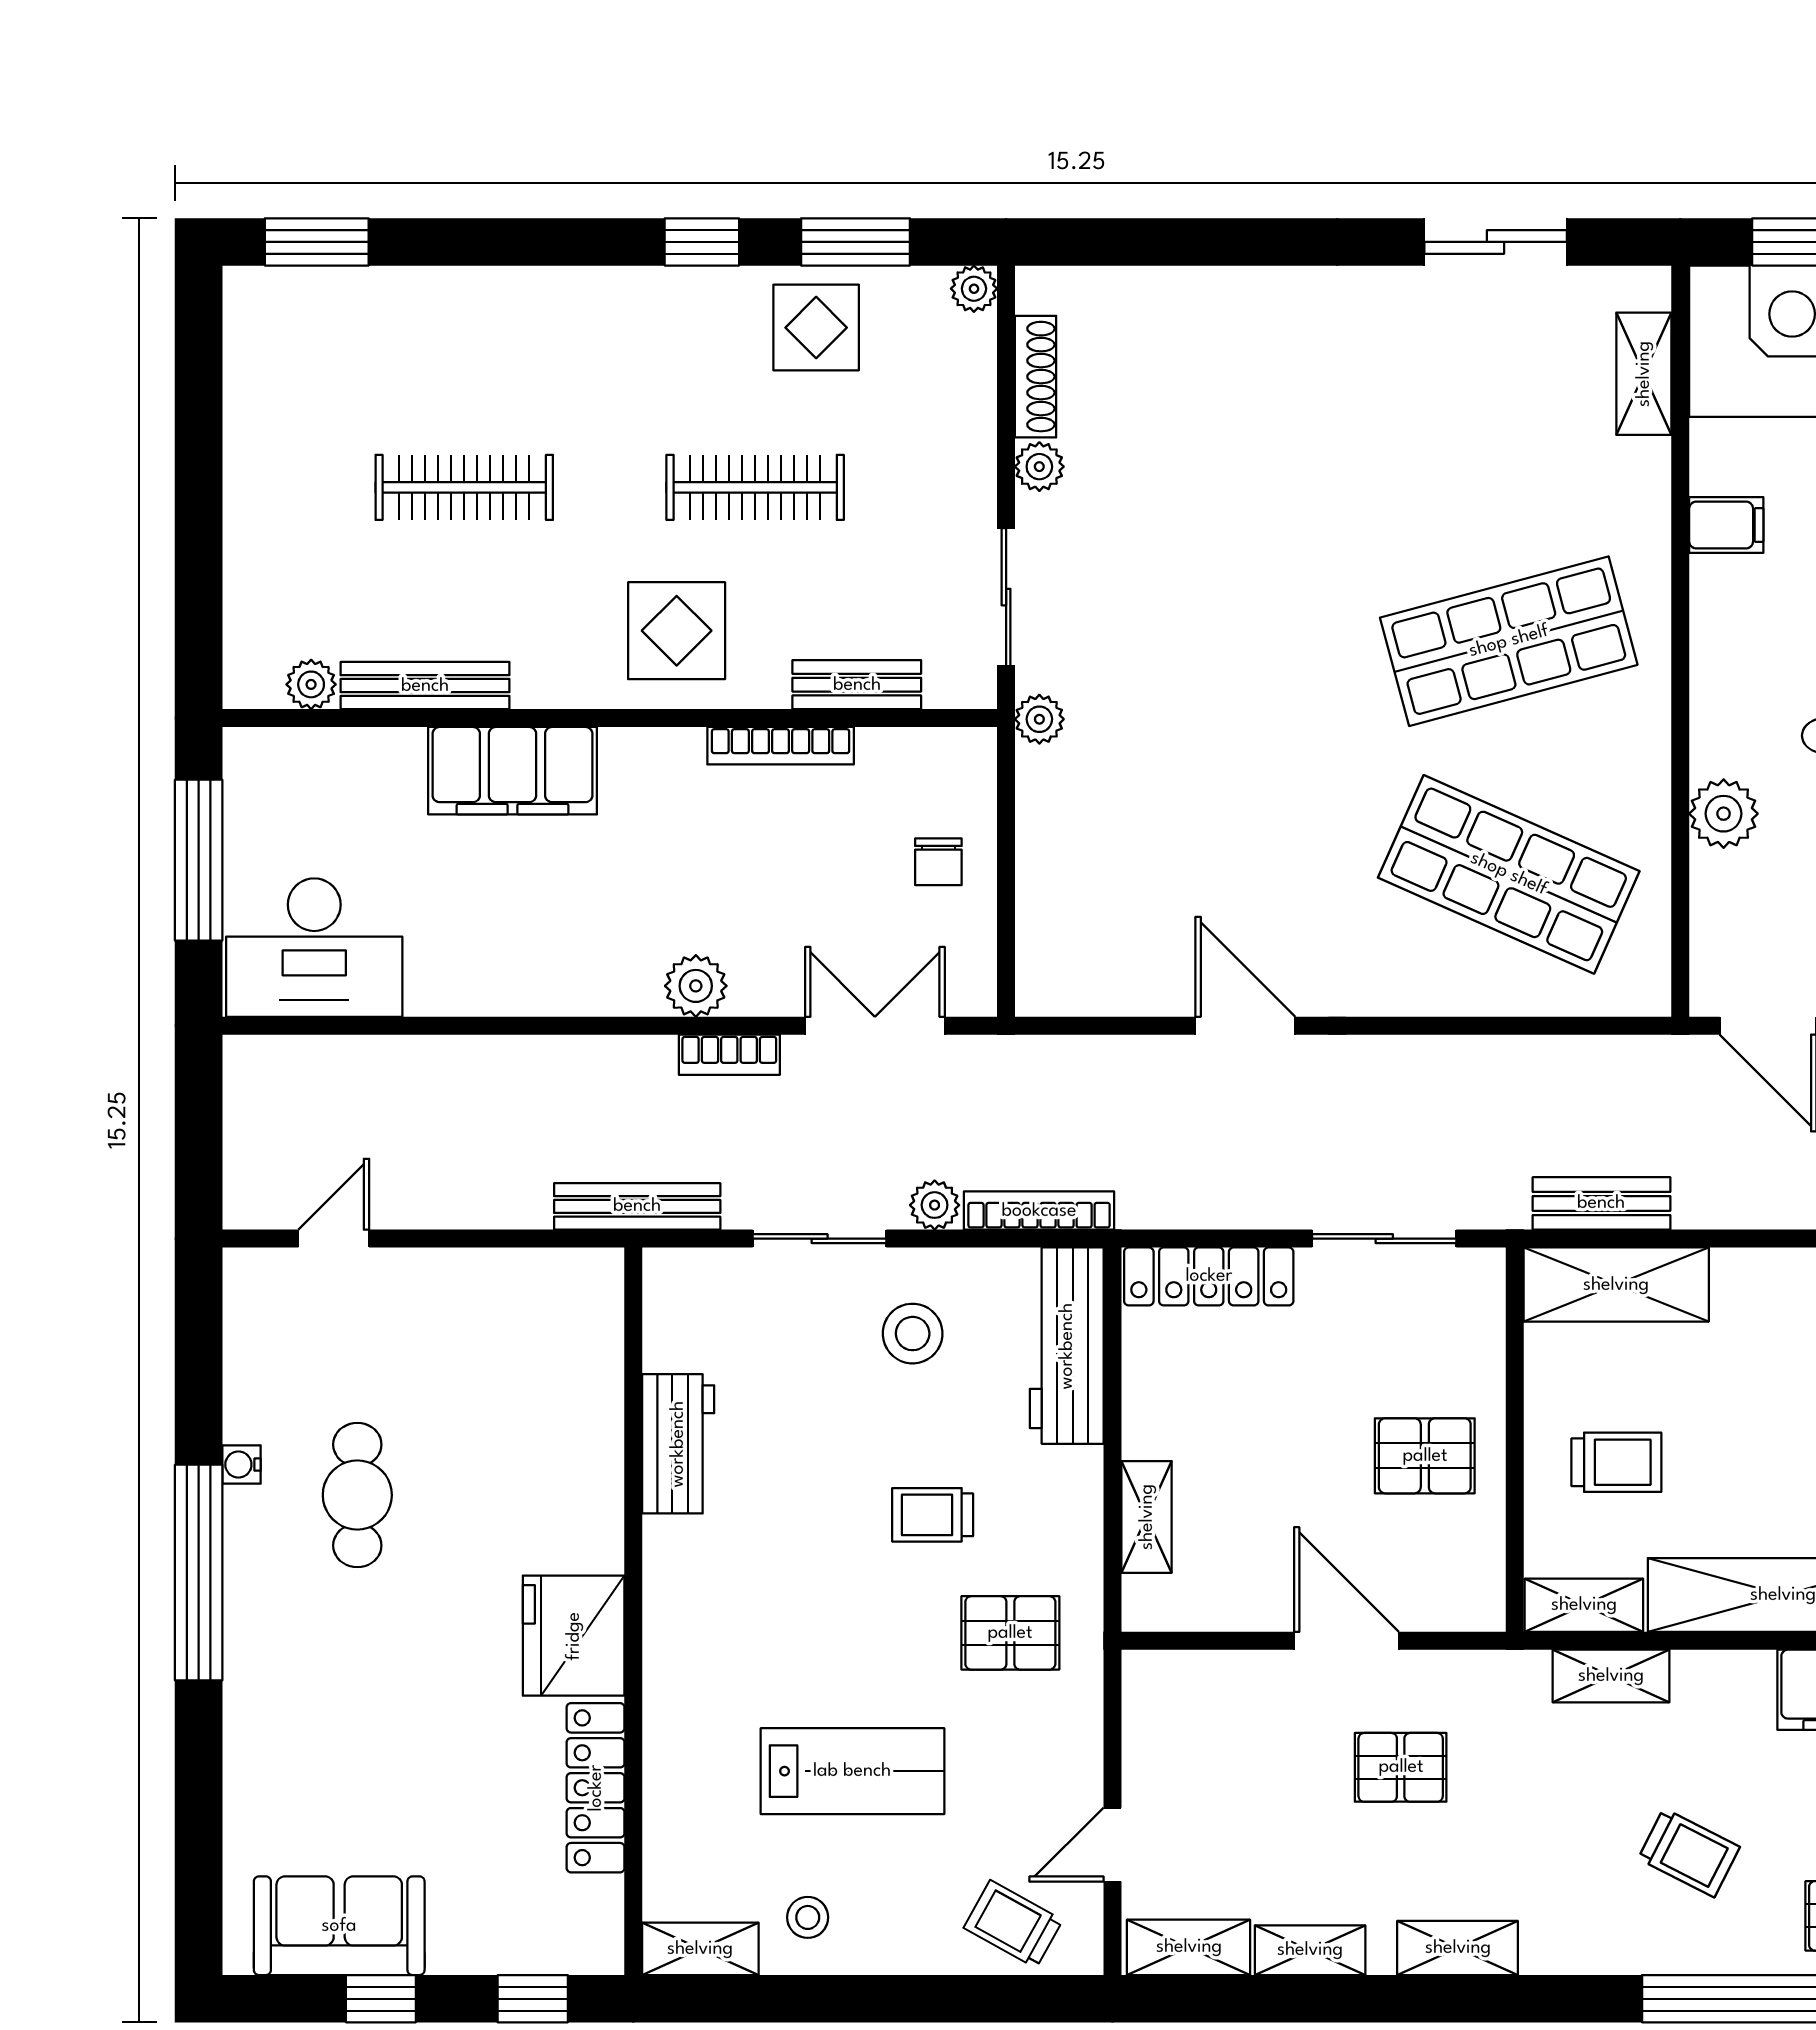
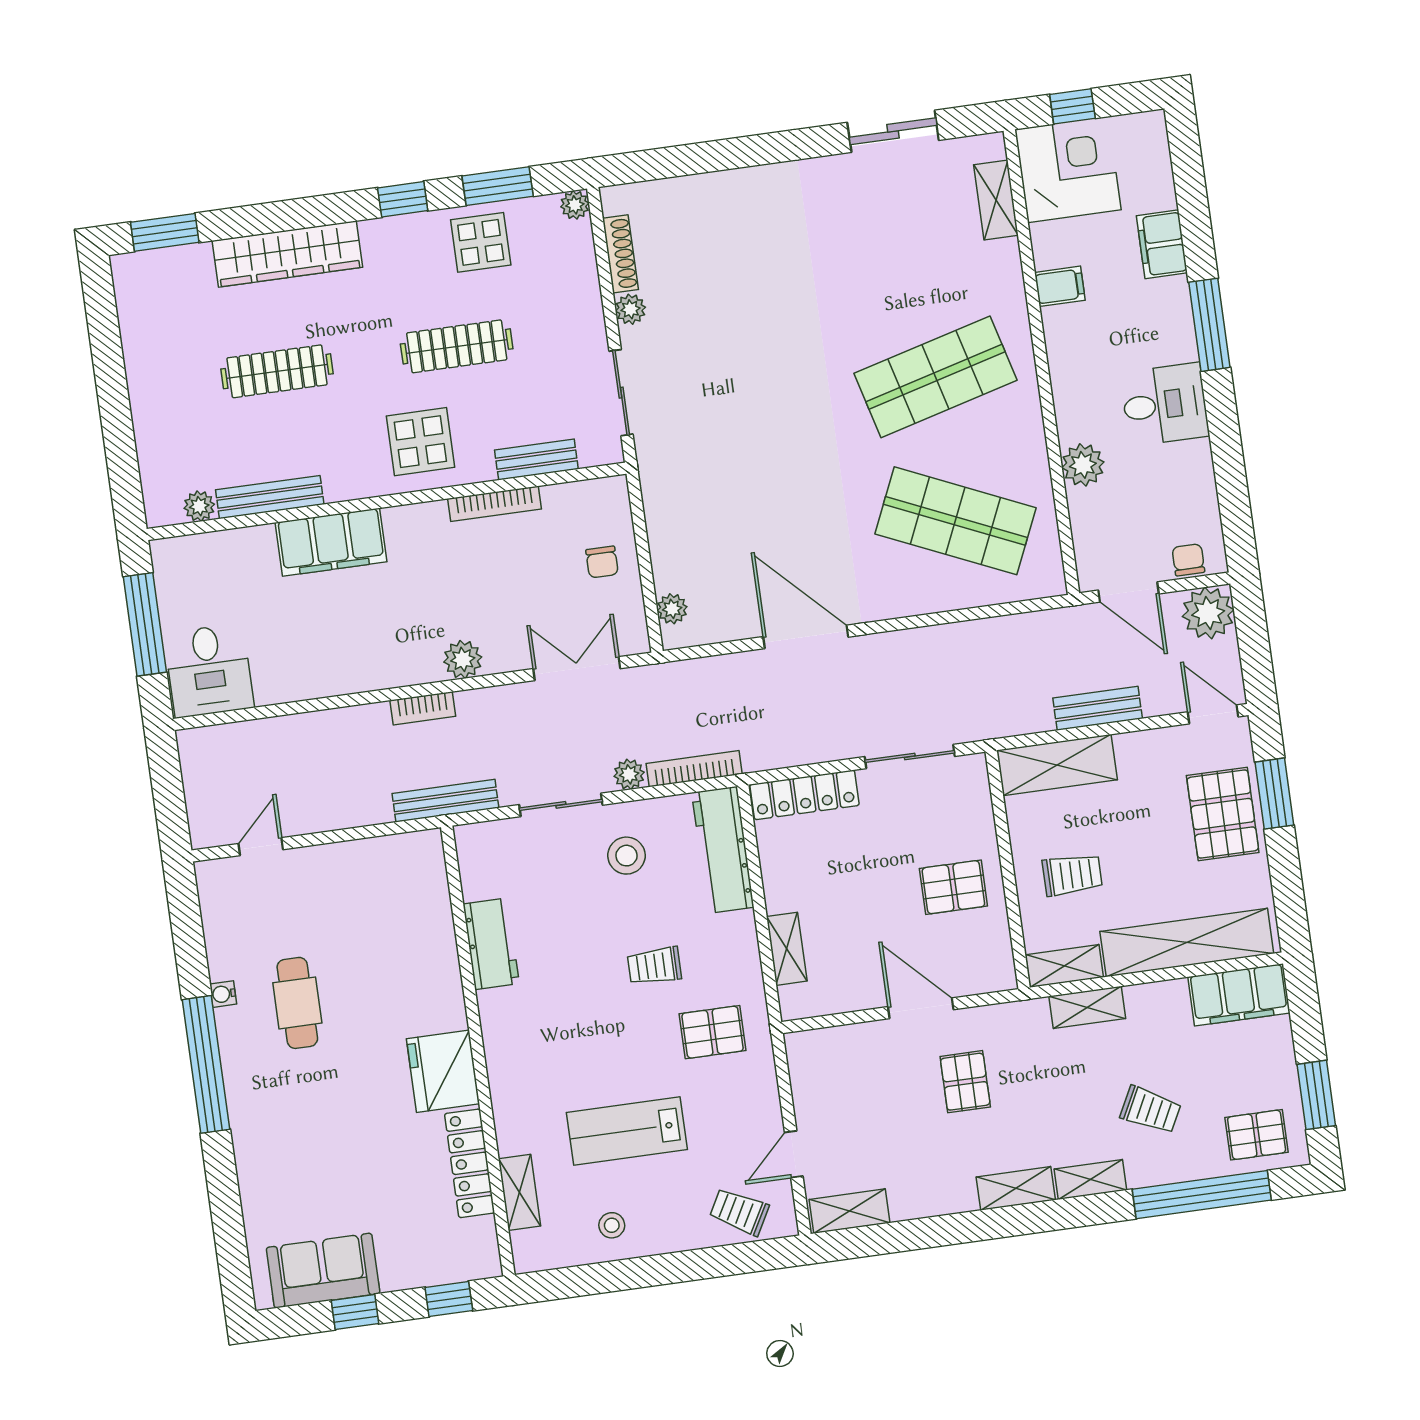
wardrobe: (507, 303) -> (287, 254), added
plant: (1039, 719) -> (672, 609), moved
desk: (314, 948) -> (209, 671), width x0.73
door: (1245, 1026) -> (806, 637), width x1.36
bookcase: (729, 1055) -> (423, 708), moved
bench: (1601, 1203) -> (1098, 708), moved
pallet: (1401, 1767) -> (965, 1082), turned 90
lab bench: (852, 1771) -> (627, 1131), turned 180
shelving: (700, 1949) -> (519, 1192), moved, turned 90
shelving: (1310, 1950) -> (1090, 1179), moved

